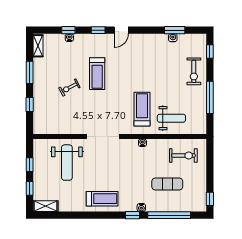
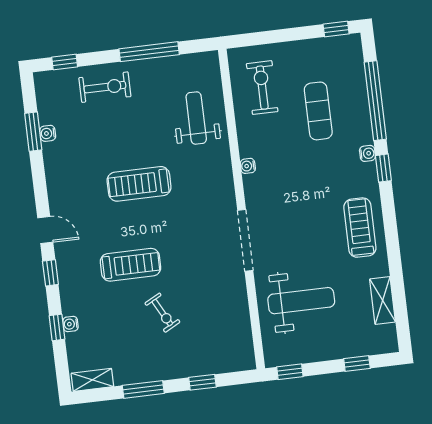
treadmill: (142, 109) -> (139, 184), moved
window: (30, 165) -> (290, 372), moved
shelving: (45, 206) -> (383, 300), moved

